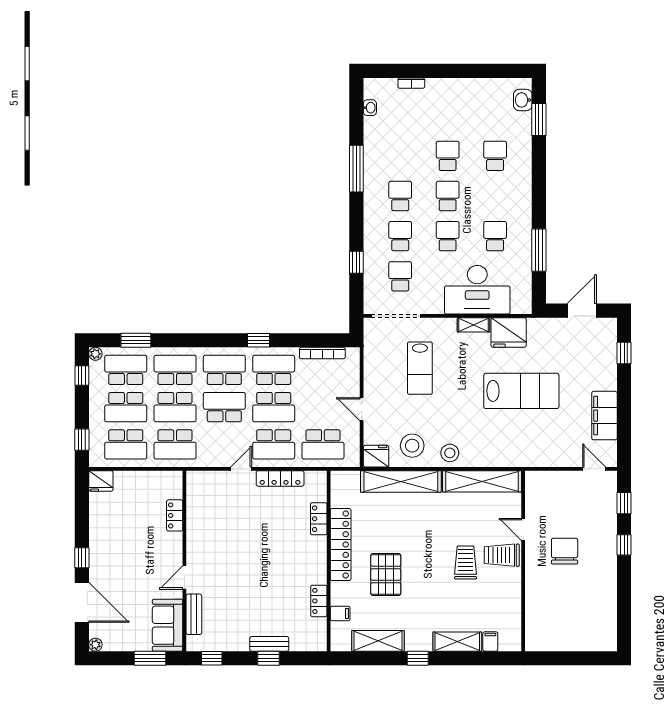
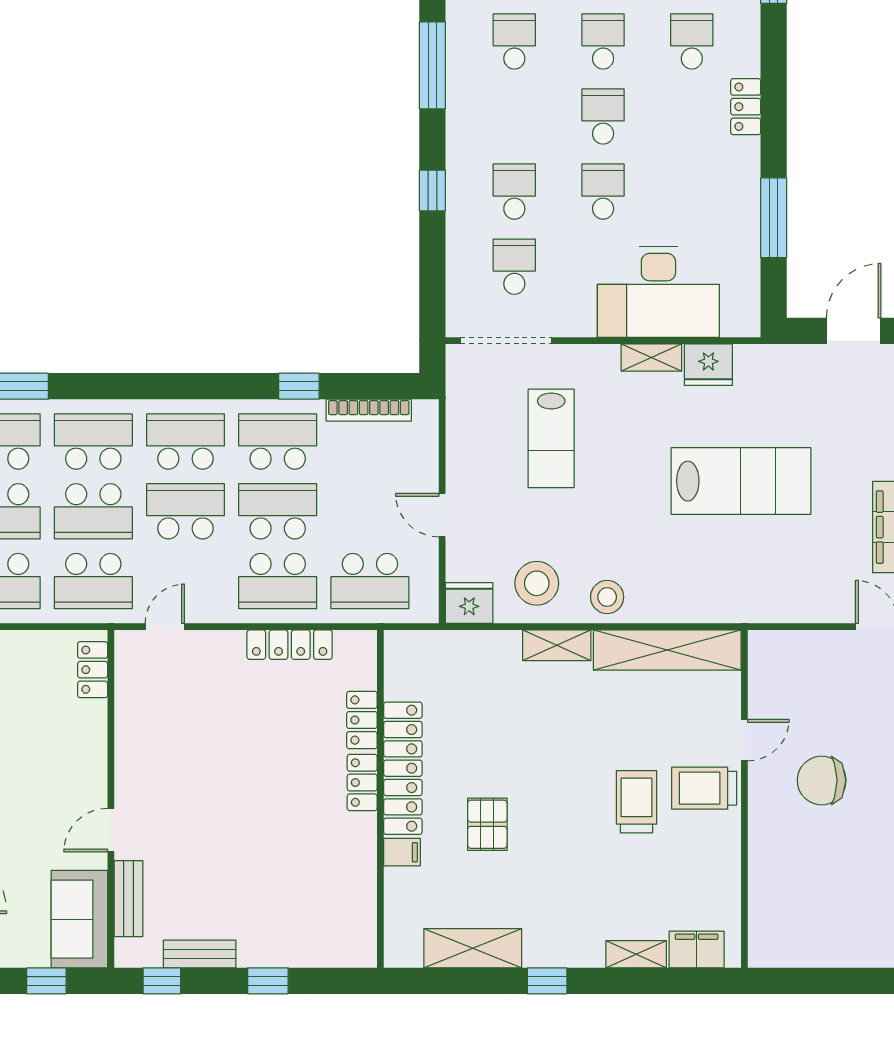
locker: (524, 191) -> (746, 107), added
school desk: (400, 196) -> (514, 41), moved
school desk: (495, 236) -> (692, 192), removed
window: (356, 262) -> (432, 190), moved
fridge: (509, 332) -> (708, 365), width x0.73, depth x0.75
window: (258, 340) -> (299, 386), moved
school desk: (274, 407) -> (278, 511), turned 180
door: (241, 469) -> (165, 627), moved
shelving: (401, 482) -> (557, 645), width x0.45, depth x0.75
locker: (175, 515) -> (93, 670), moved
door: (523, 530) -> (744, 740), swing flipped
chair: (565, 551) -> (822, 780), turned -90
pallet: (386, 574) -> (487, 824), width x0.67, depth x0.71
locker: (319, 601) -> (362, 783), moved
filing cabinet: (340, 613) -> (402, 852), moved
filing cabinet: (490, 641) -> (697, 950), width x2.00
shelving: (457, 642) -> (636, 954), width x0.67, depth x0.75
bench: (269, 644) -> (200, 954), moved
window: (150, 658) -> (46, 981), width x0.67

